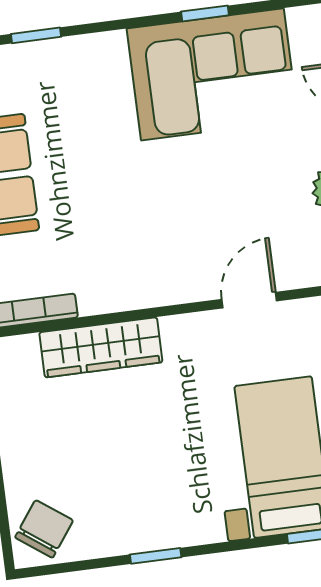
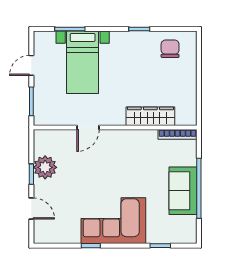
corner sofa: (212, 74) -> (113, 221), moved
chair: (44, 529) -> (170, 49), moved, turned 144

